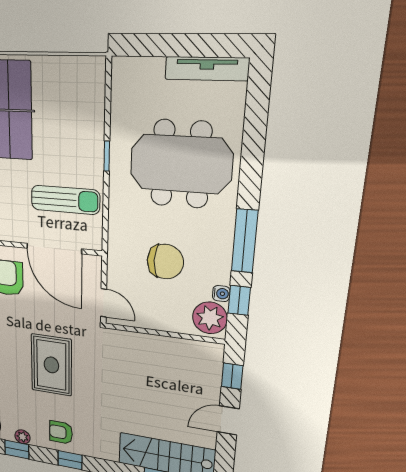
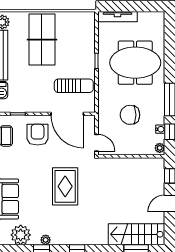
tv unit: (207, 69) -> (117, 17), moved
chair: (165, 262) -> (130, 115), turned 180
plant: (210, 318) -> (160, 148), width x0.53, depth x0.53
armchair: (61, 432) -> (71, 231), removed

